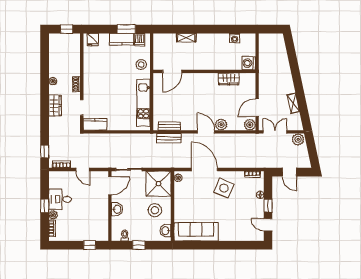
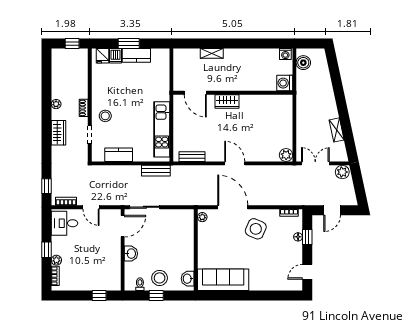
window: (126, 29) -> (129, 43), moved
washing machine: (235, 38) -> (285, 54), moved
dishwasher: (139, 40) -> (116, 56), moved
boiler: (265, 46) -> (303, 63), added
stool: (141, 65) -> (105, 116), moved
door: (172, 71) -> (195, 93), hinge flipped
wardrobe: (229, 79) -> (227, 101), moved
door: (257, 108) -> (294, 135), removed
kitchen counter: (95, 124) -> (119, 155), moved
plant: (221, 125) -> (252, 155), removed
bench: (169, 138) -> (156, 171), moved
door: (289, 172) -> (332, 210), hinge flipped
shower: (158, 184) -> (179, 224), removed
desk: (60, 199) -> (65, 223), moved
window: (268, 206) -> (307, 237), moved
stool: (155, 210) -> (160, 278), moved
door: (268, 225) -> (307, 272), hinge flipped

